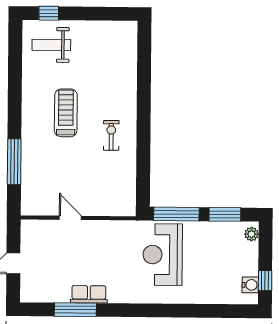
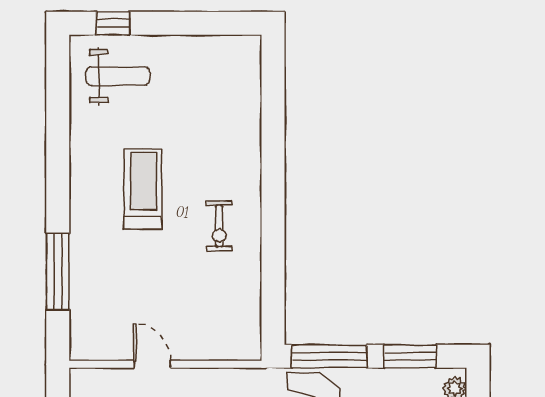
weight bench: (51, 45) -> (118, 76), turned 180
exercise bike: (111, 135) -> (219, 226), turned 180

